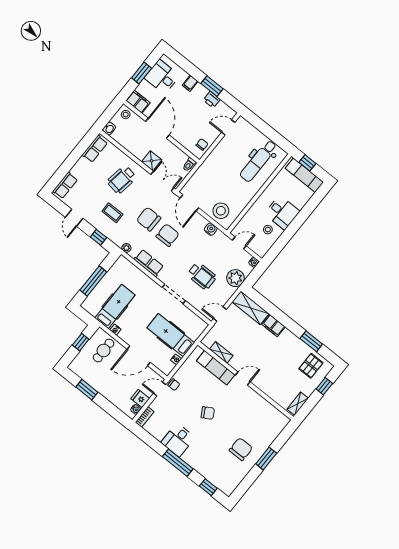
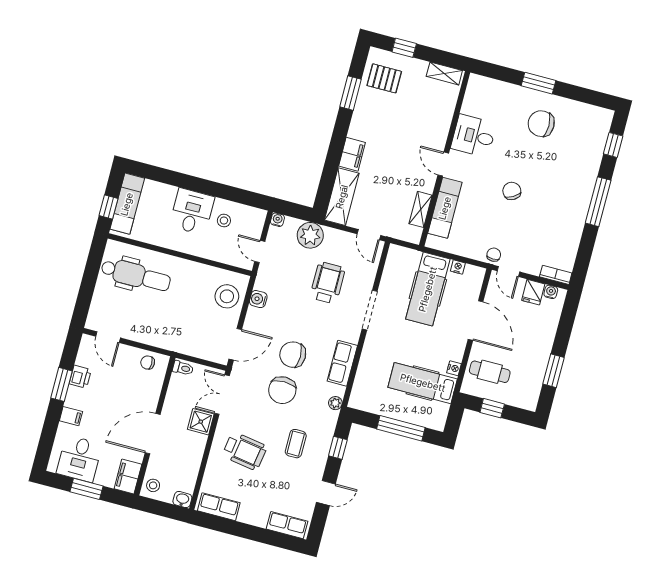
desk: (178, 440) -> (474, 136), moved, turned 180

